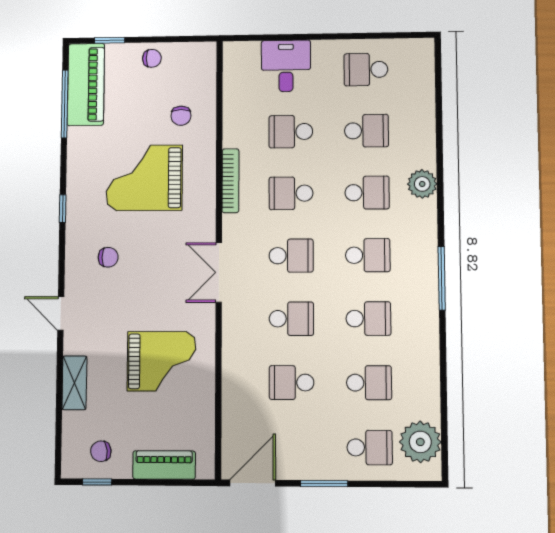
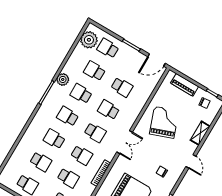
school desk: (366, 131) -> (41, 162), turned 180
plant: (422, 184) -> (63, 79), moved
school desk: (291, 256) -> (95, 133), turned 180
grand piano: (161, 361) -> (164, 122), turned 70

